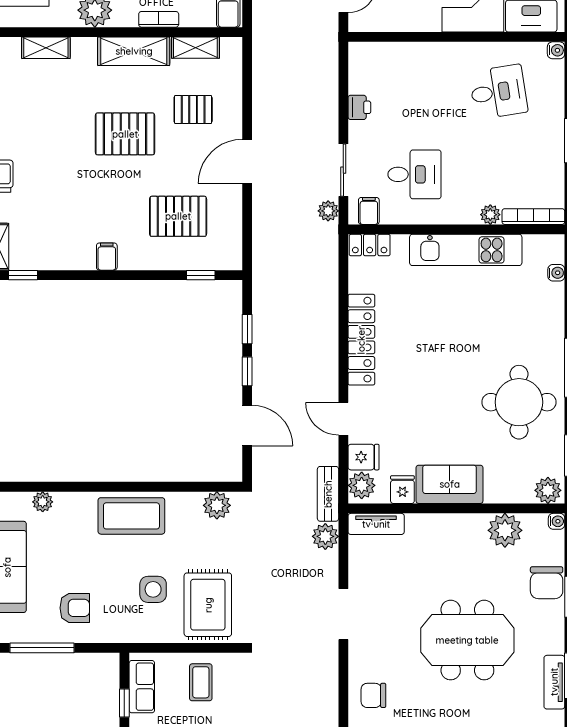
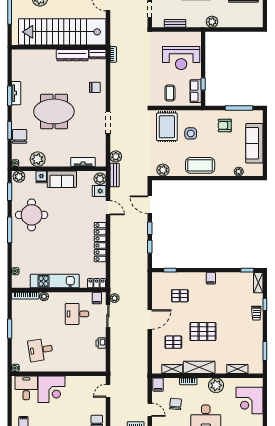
pallet: (178, 216) -> (180, 296), width x0.67, depth x0.71
fridge: (402, 490) -> (41, 177), moved
tv unit: (376, 524) -> (83, 162), moved

